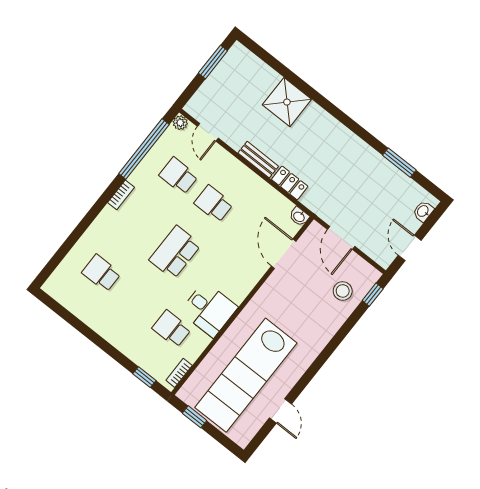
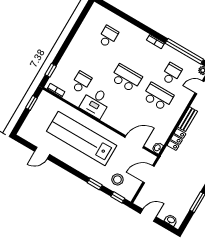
school desk: (214, 204) -> (158, 97), width x1.85
window: (345, 330) -> (95, 184), added
lab bench: (246, 375) -> (82, 138), moved

